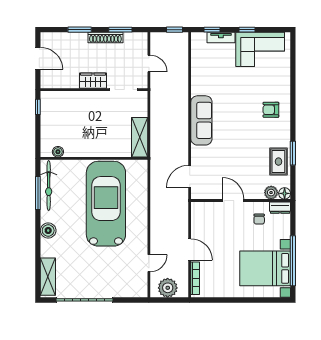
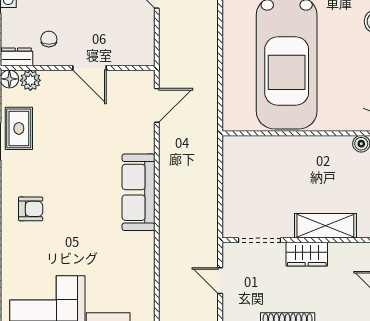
shelving: (140, 137) -> (325, 226), moved, turned 90

